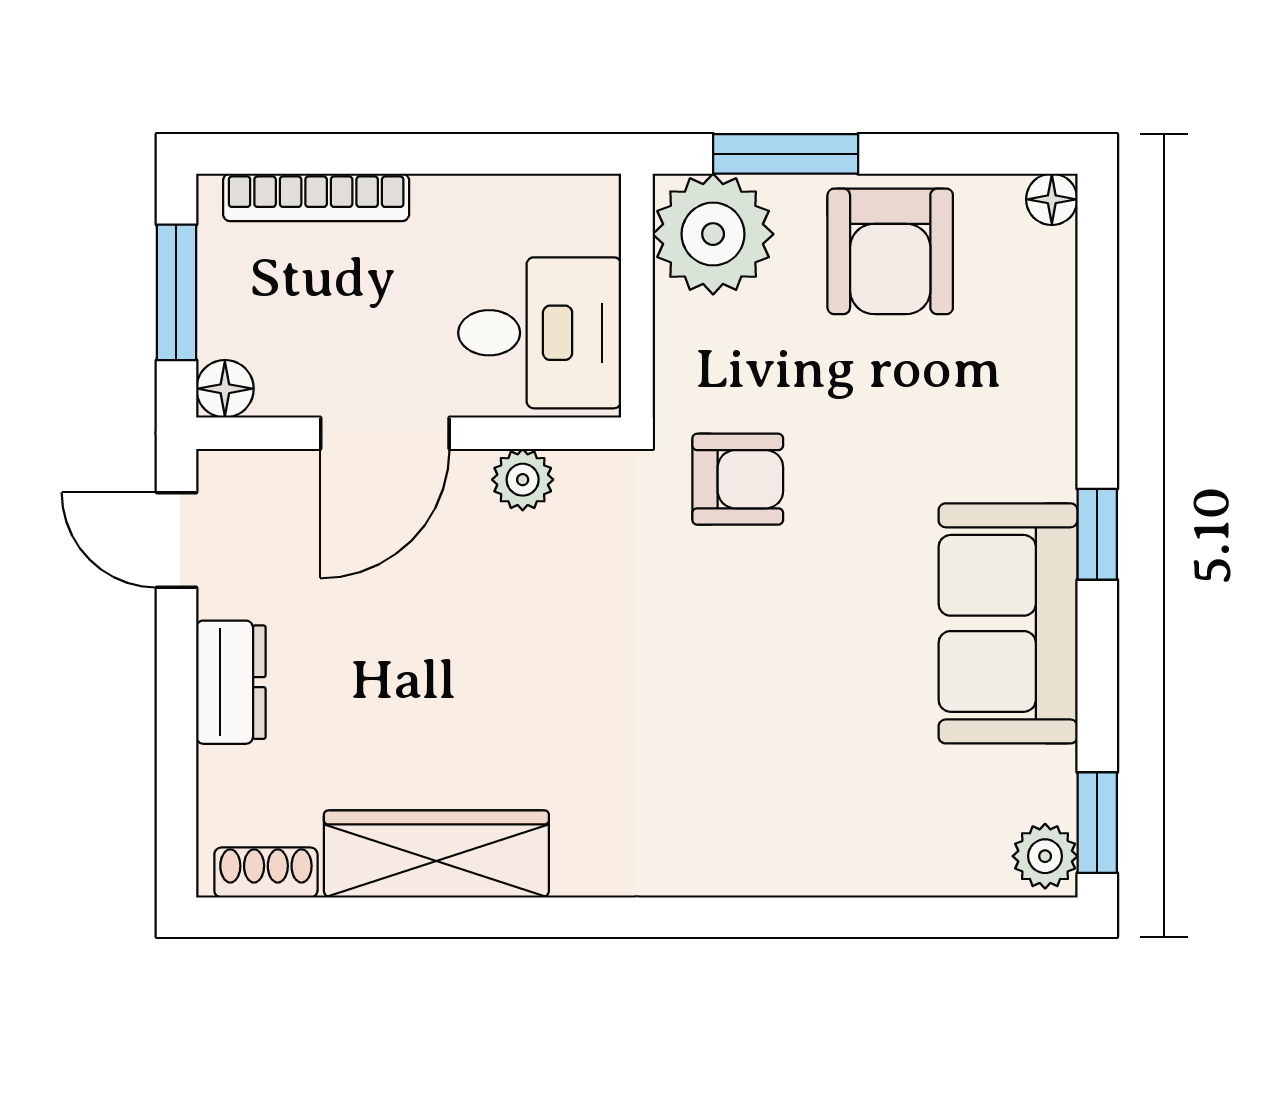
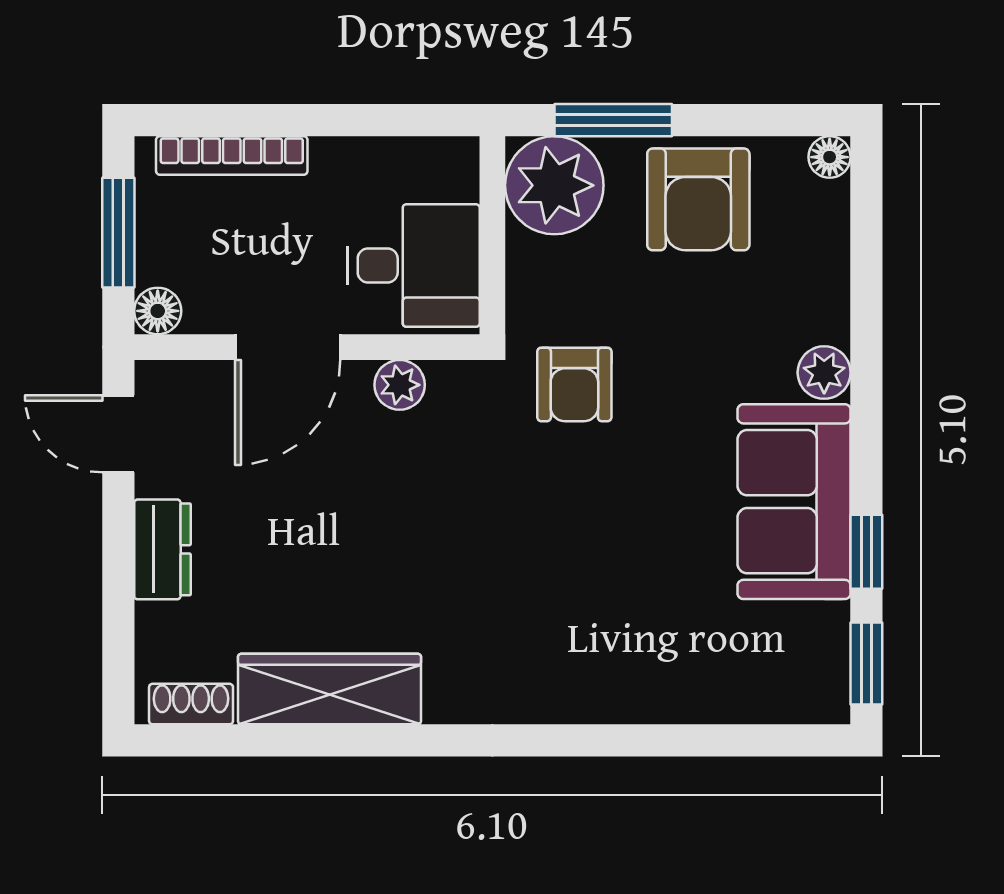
armchair: (738, 479) -> (574, 384), turned 90
window: (1097, 534) -> (866, 552), moved
plant: (1045, 856) -> (824, 373), moved

